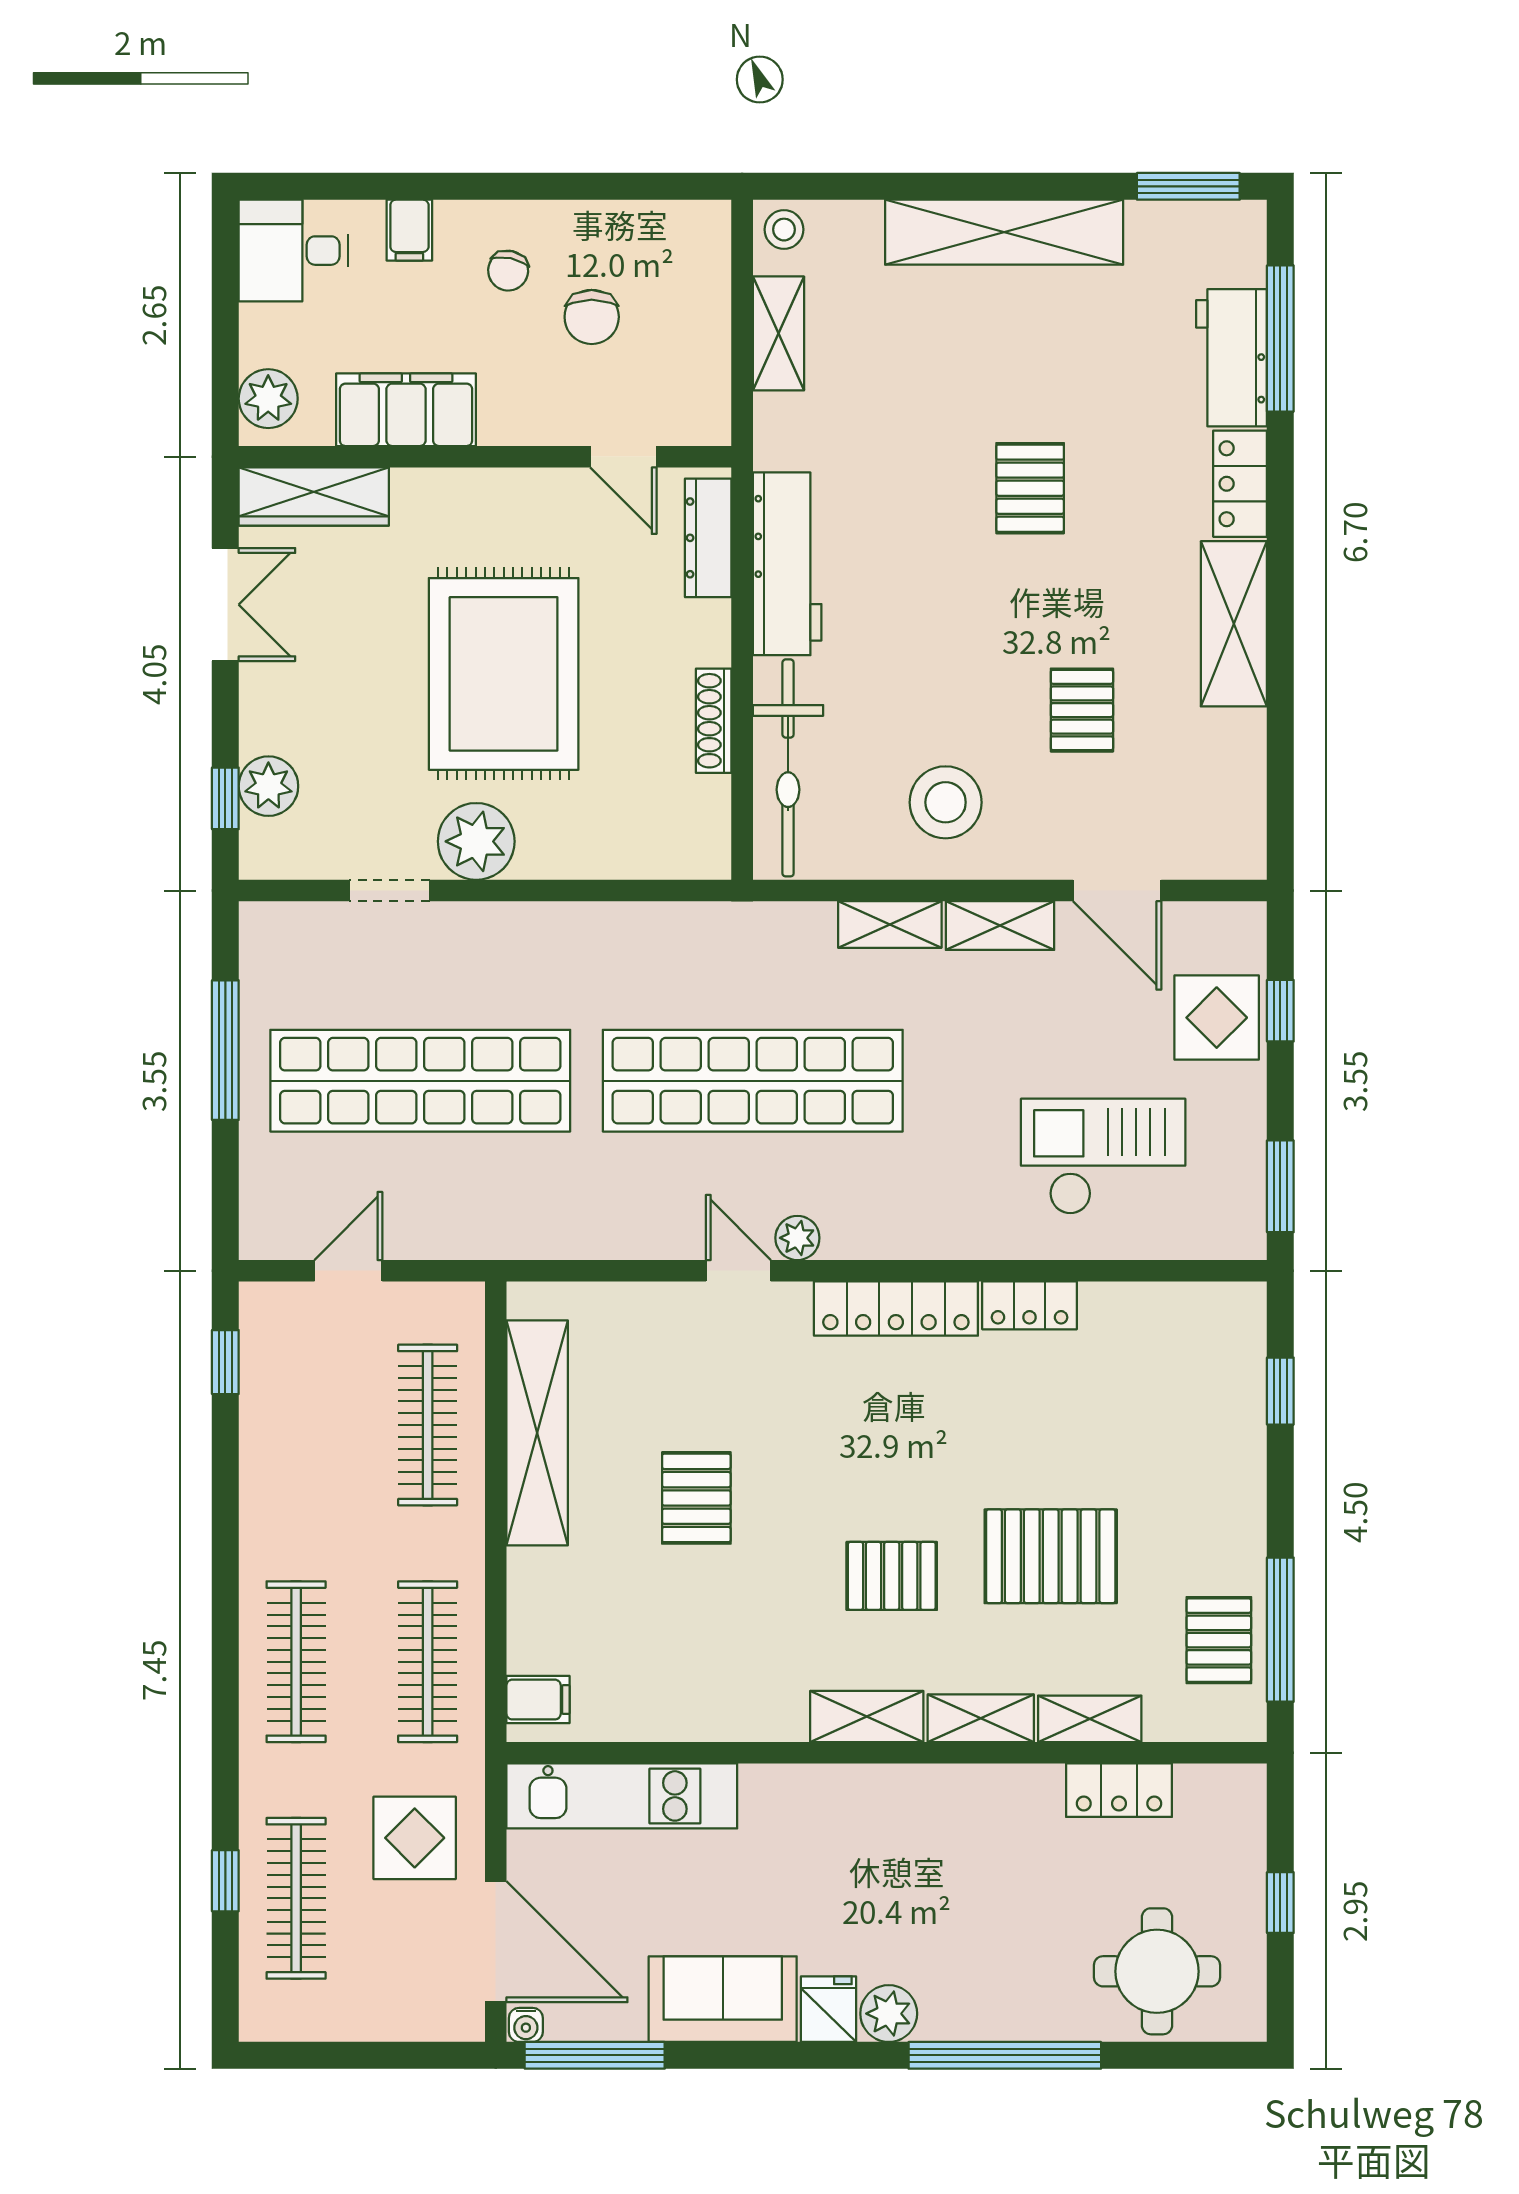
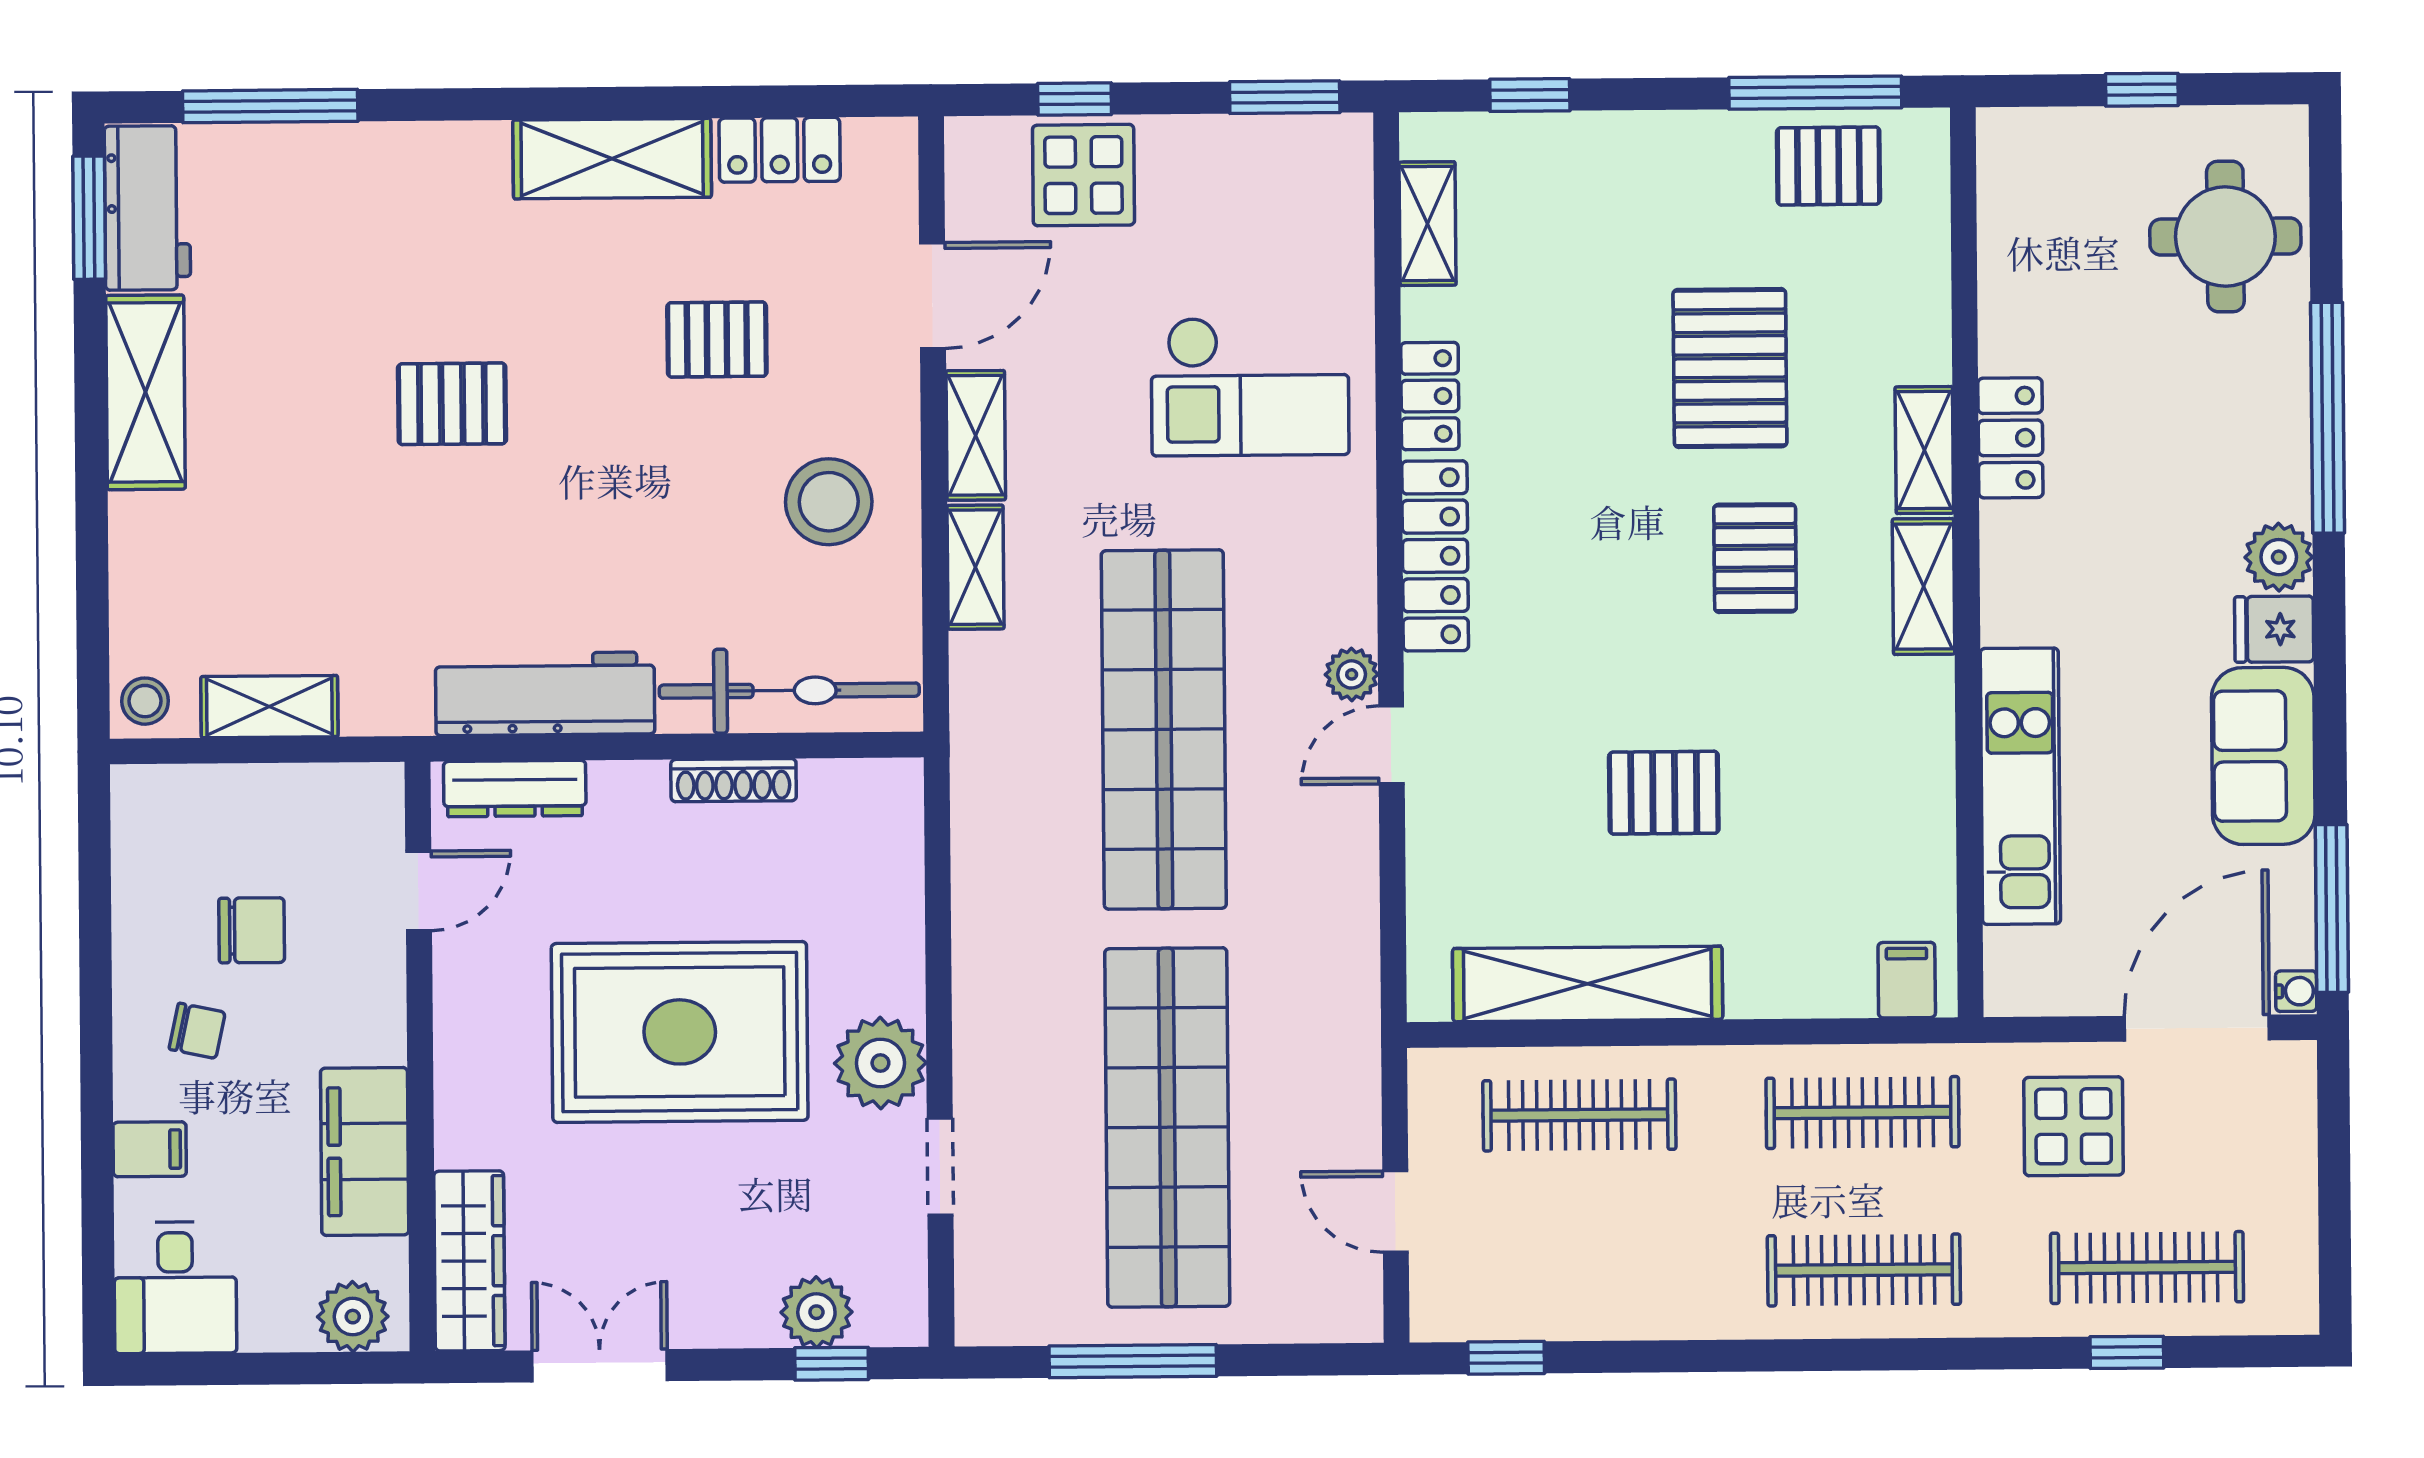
shelving: (1004, 232) -> (145, 392), width x0.68
workbench: (1231, 358) -> (147, 208), moved, turned -90
locker: (1240, 484) -> (780, 150), moved
checkout: (1103, 1156) -> (1250, 386), moved, turned -90
shelving: (1090, 1719) -> (1428, 224), moved
locker: (1119, 1790) -> (2010, 438), moved
kitchen unit: (622, 1796) -> (2020, 786), moved

